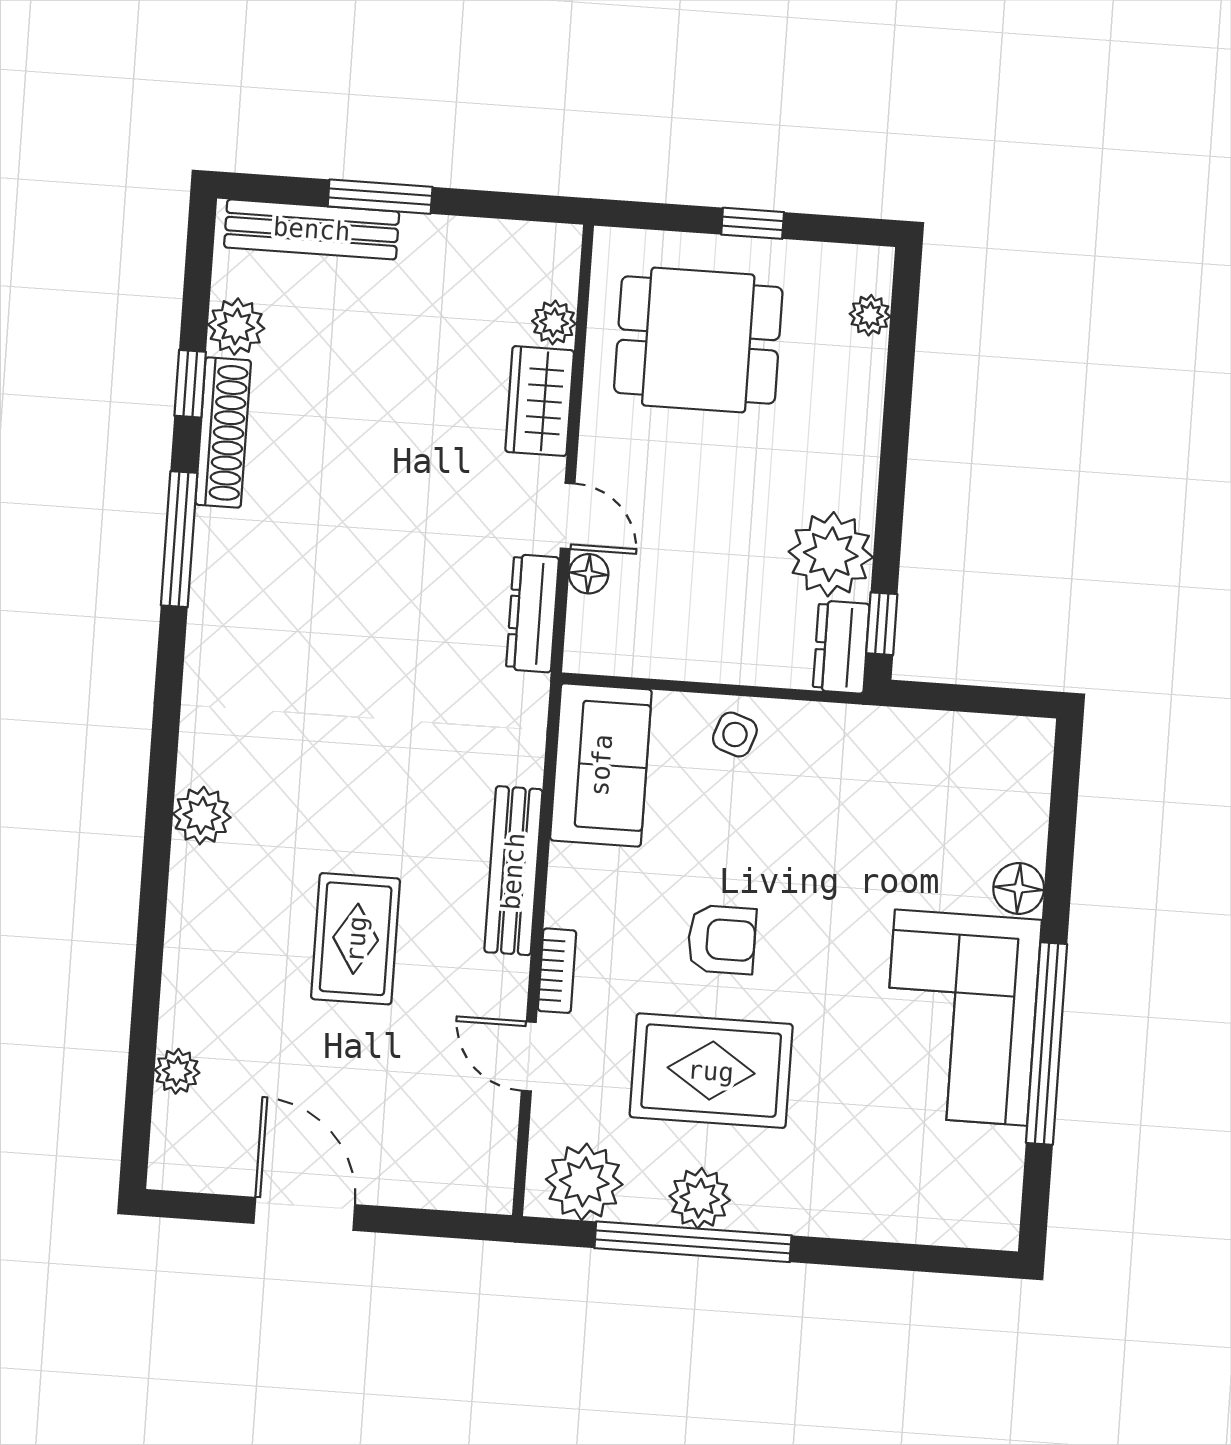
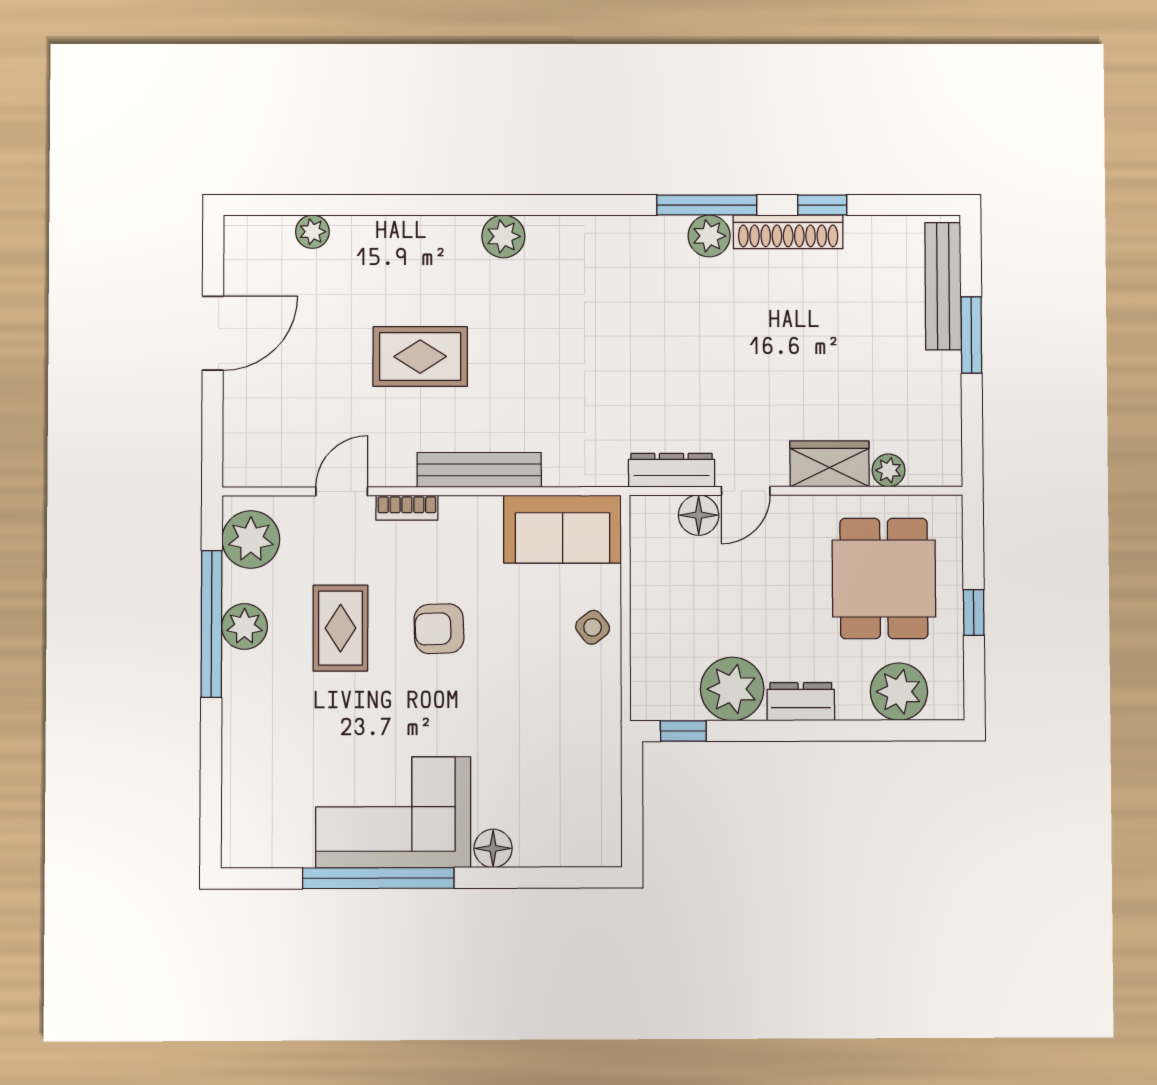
plant: (870, 315) -> (899, 692), width x1.88, depth x1.88
plant: (236, 327) -> (709, 236), moved
floor lamp: (589, 574) -> (699, 515), width x1.37, depth x1.37
dresser: (841, 647) -> (801, 702), moved
side table: (735, 734) -> (593, 627), turned 33
armchair: (722, 939) -> (439, 629), turned 88
rug: (711, 1071) -> (340, 628), width x0.73, depth x0.70

